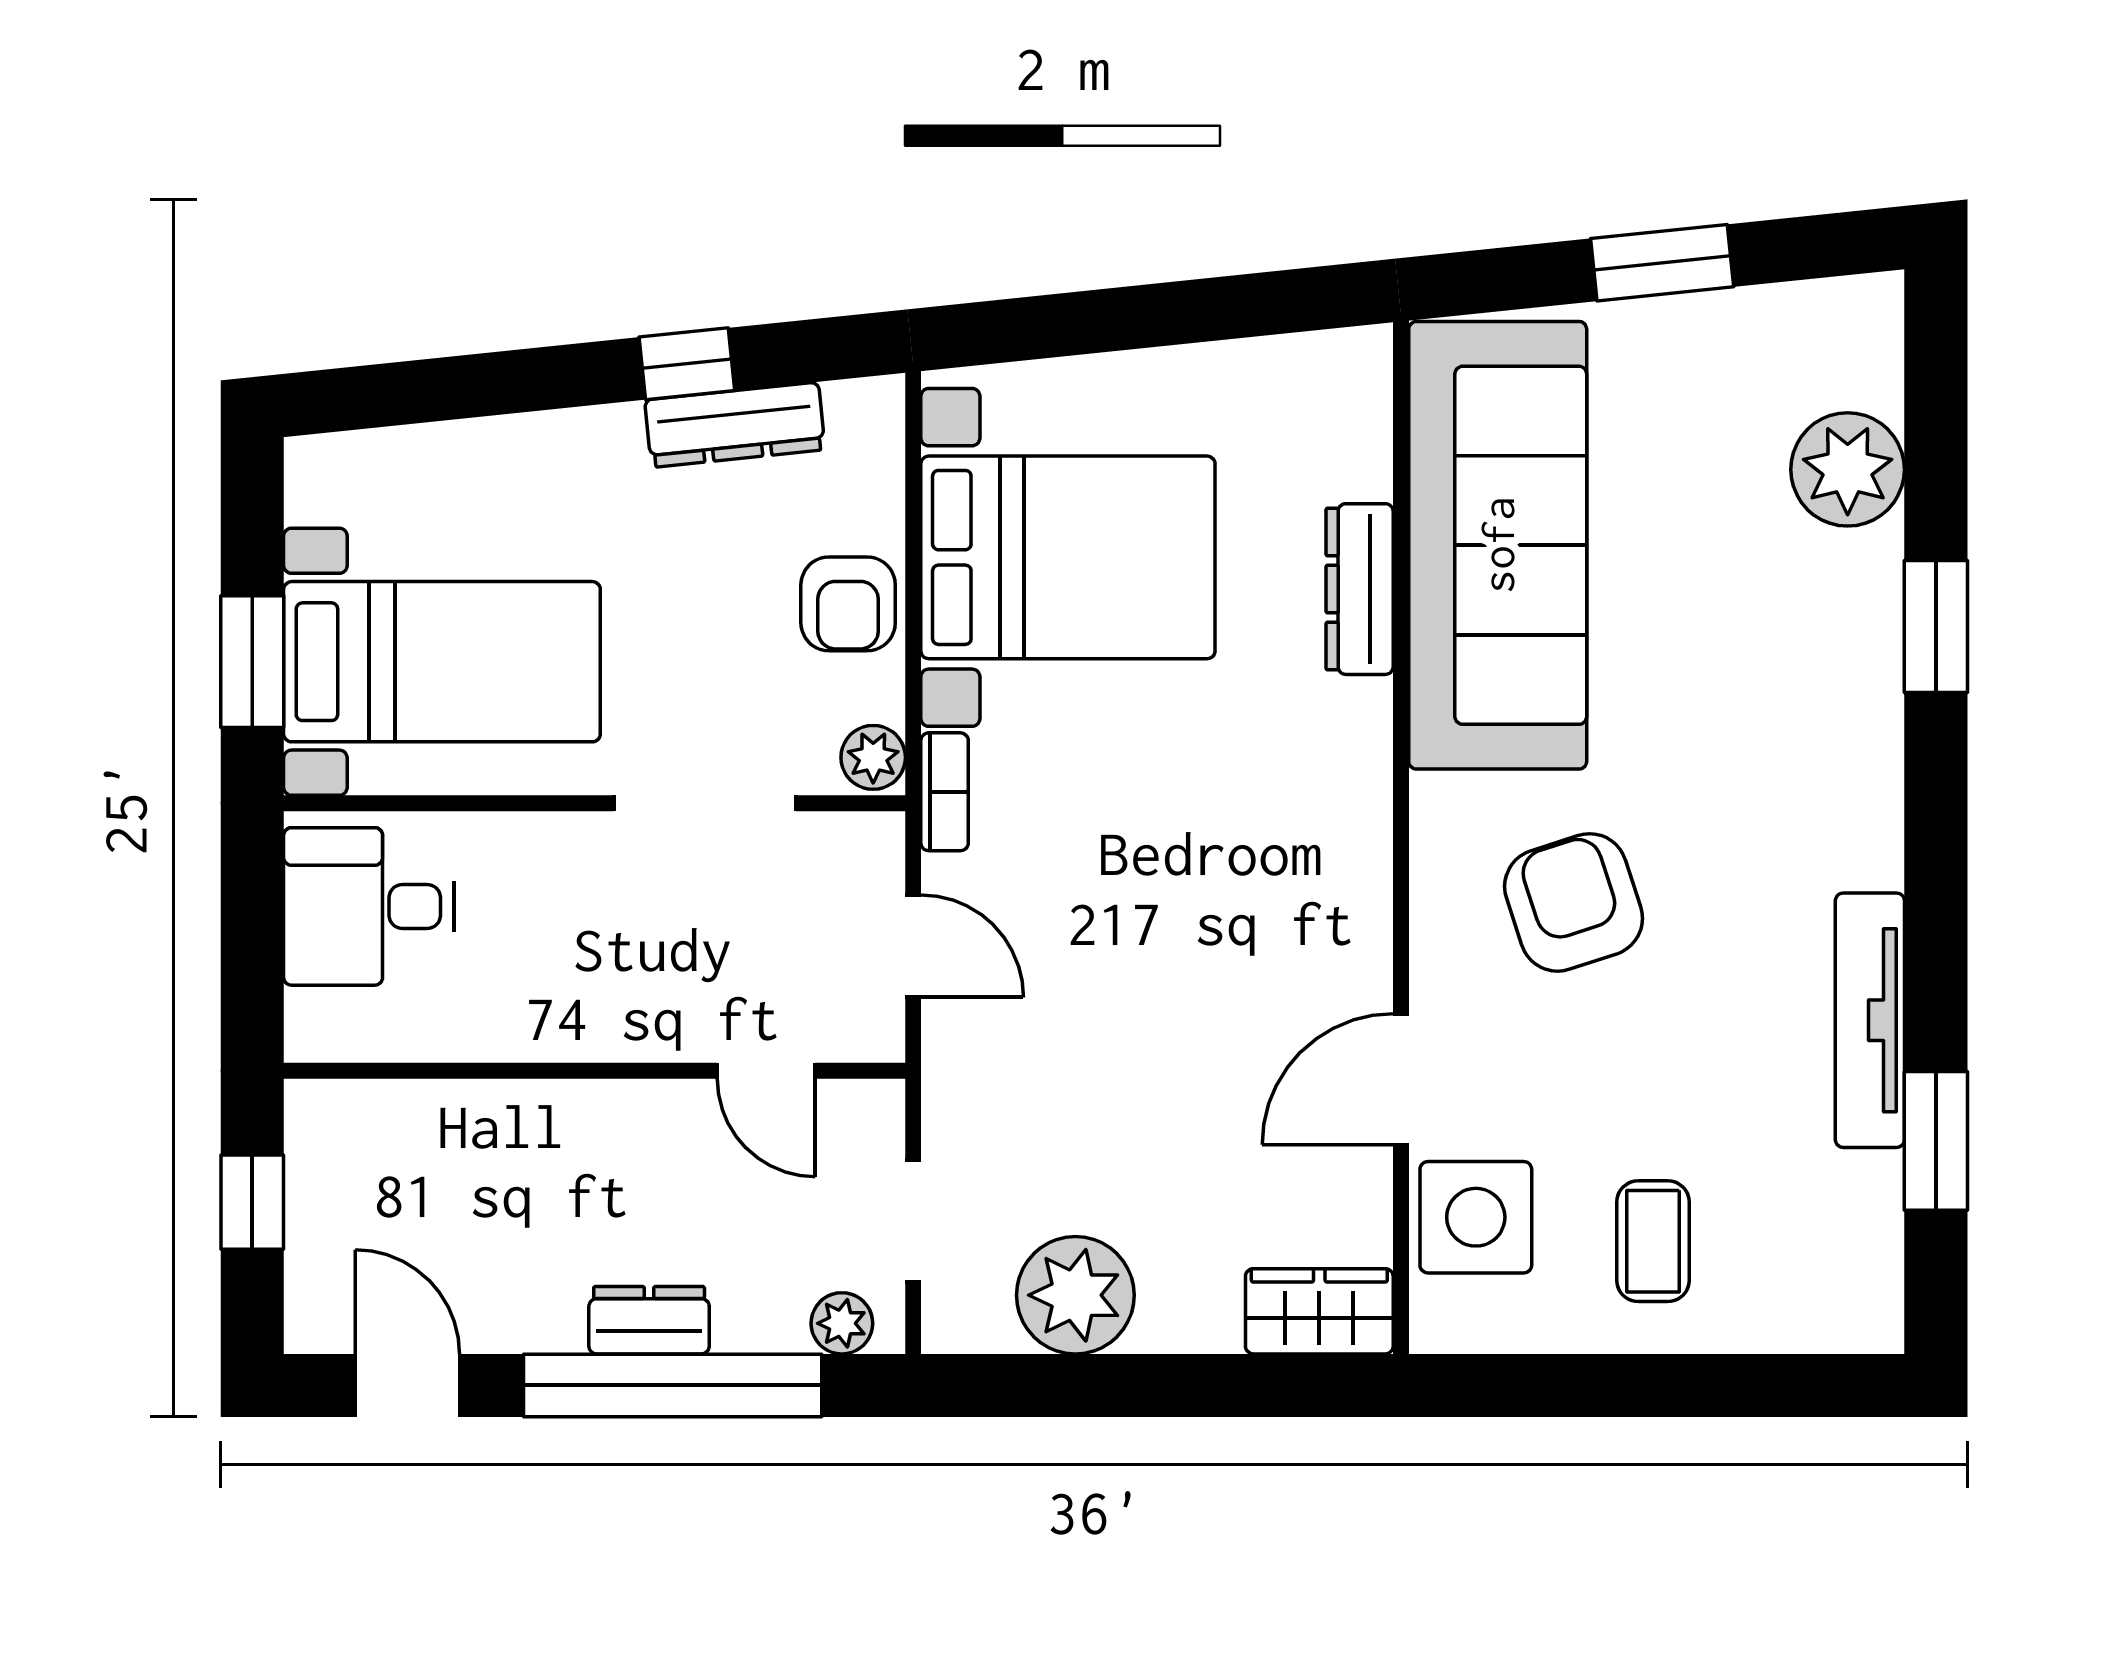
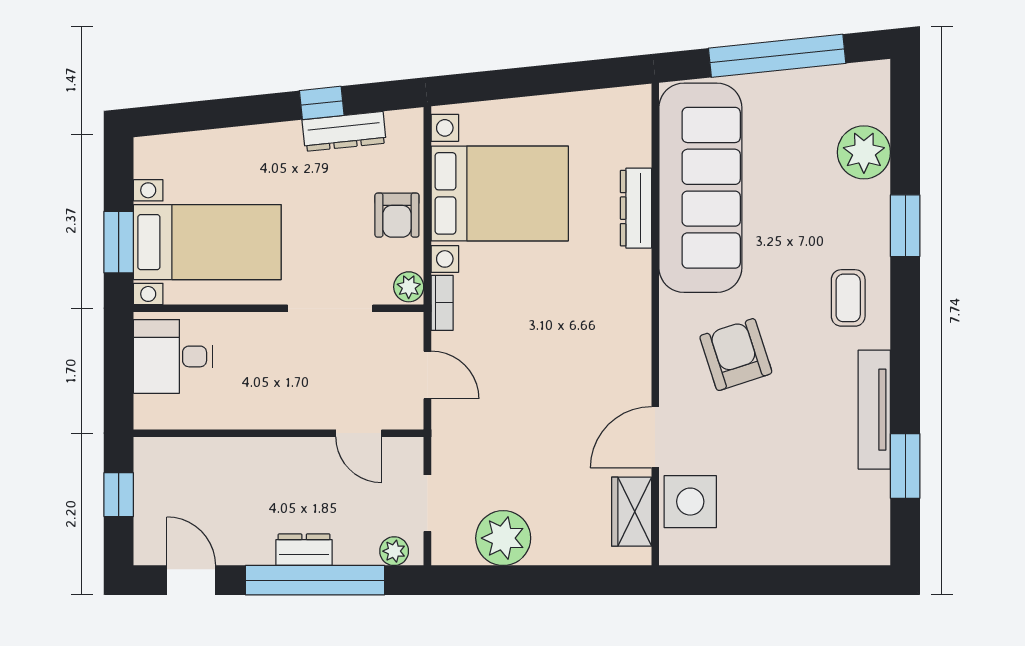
window: (1662, 263) -> (777, 56), width x2.11
coffee table: (1653, 1241) -> (848, 298), moved
wardrobe: (1319, 1311) -> (632, 512), moved, turned -90

